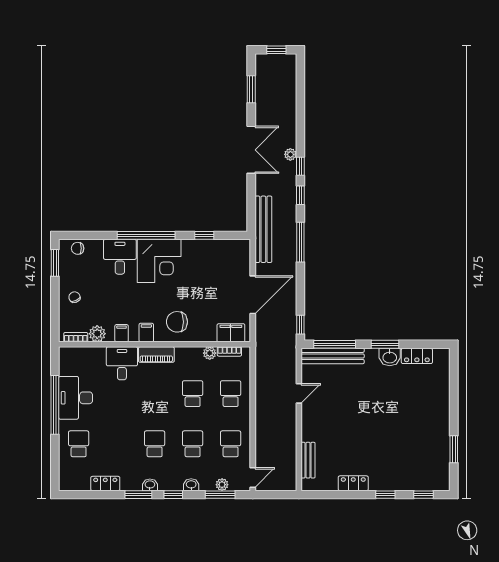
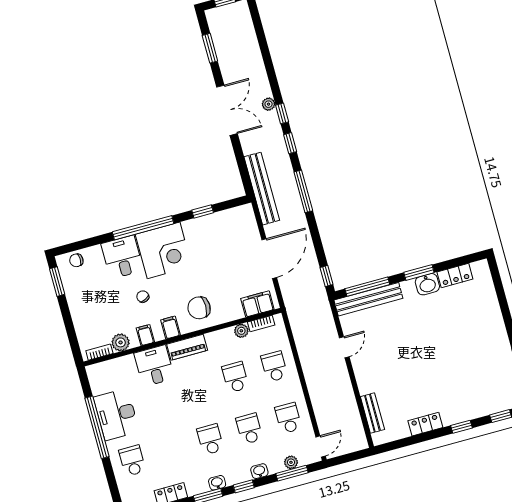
chair: (75, 297) -> (143, 297), moved

